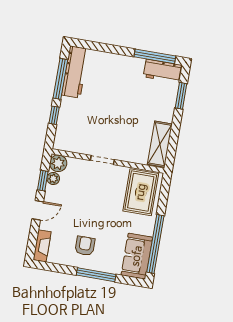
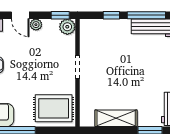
shelving: (160, 144) -> (116, 118), moved
plant: (53, 179) -> (36, 25), moved
window: (43, 181) -> (60, 15), moved

